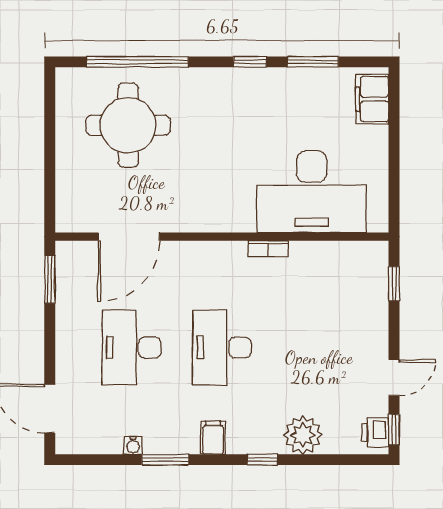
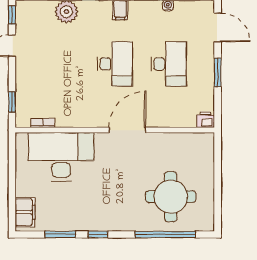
door: (129, 237) -> (127, 130), moved
bookcase: (268, 249) -> (43, 123), moved
window: (50, 279) -> (218, 72), moved
printer: (375, 432) -> (206, 120), moved, turned -90

